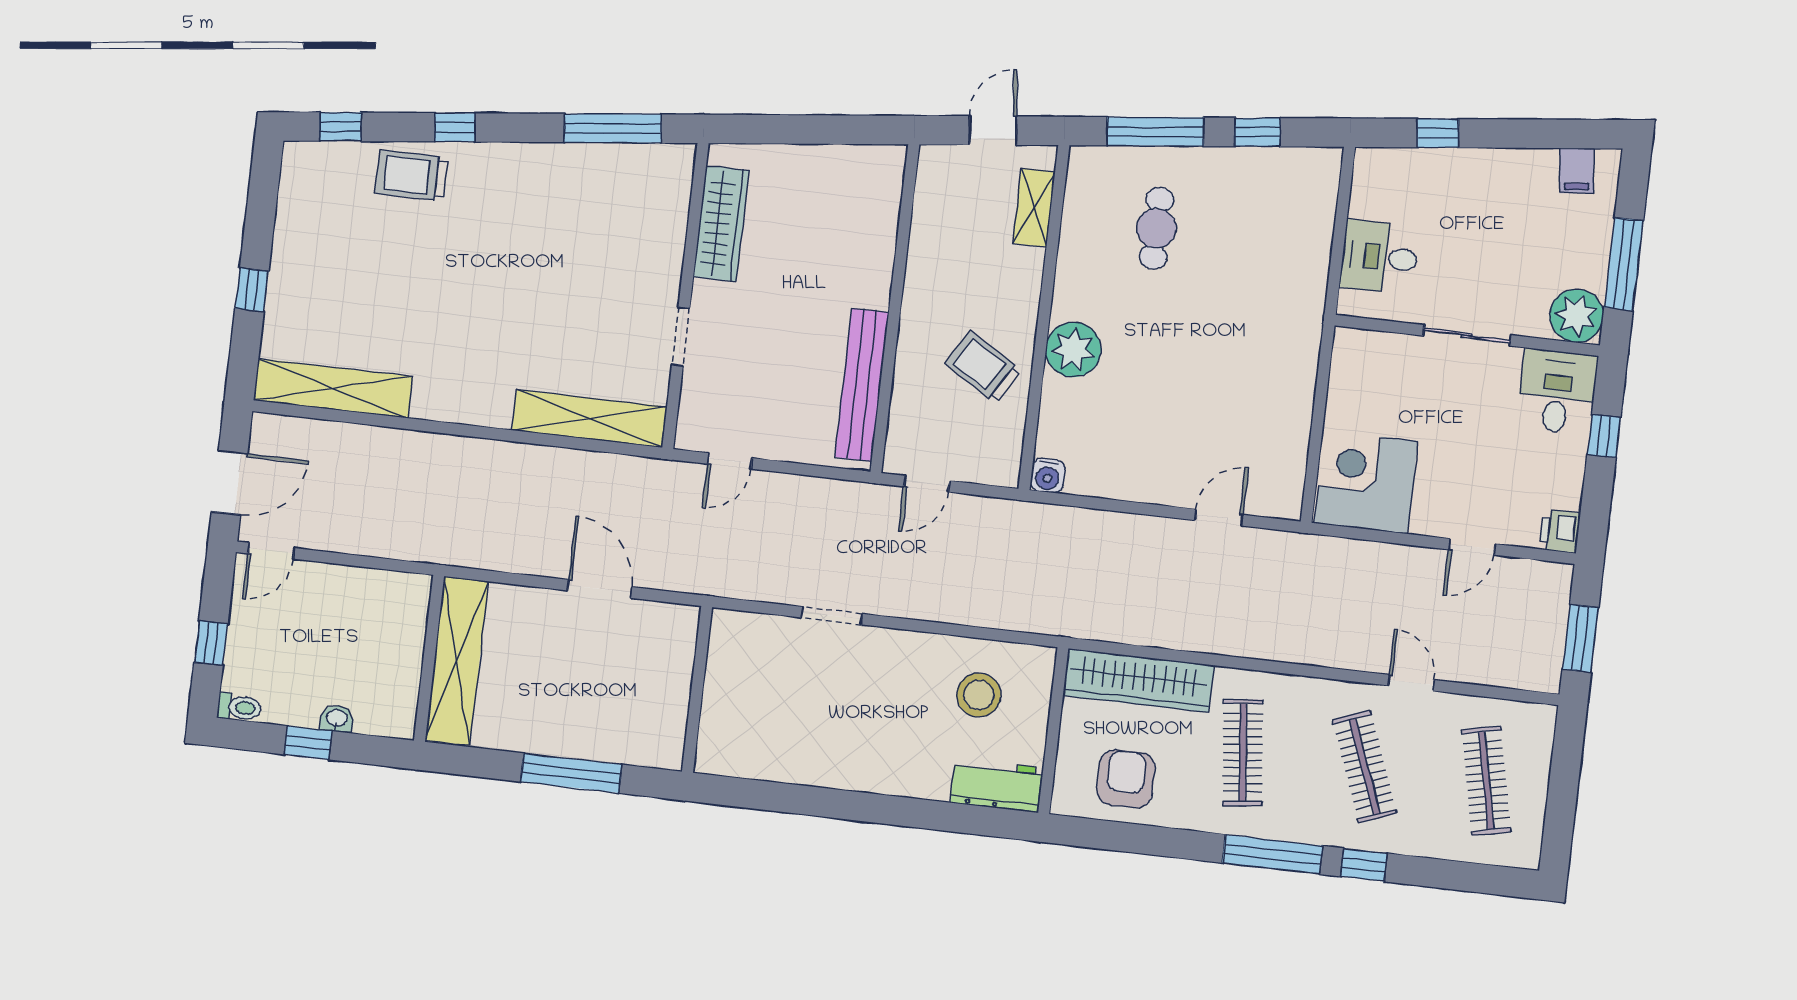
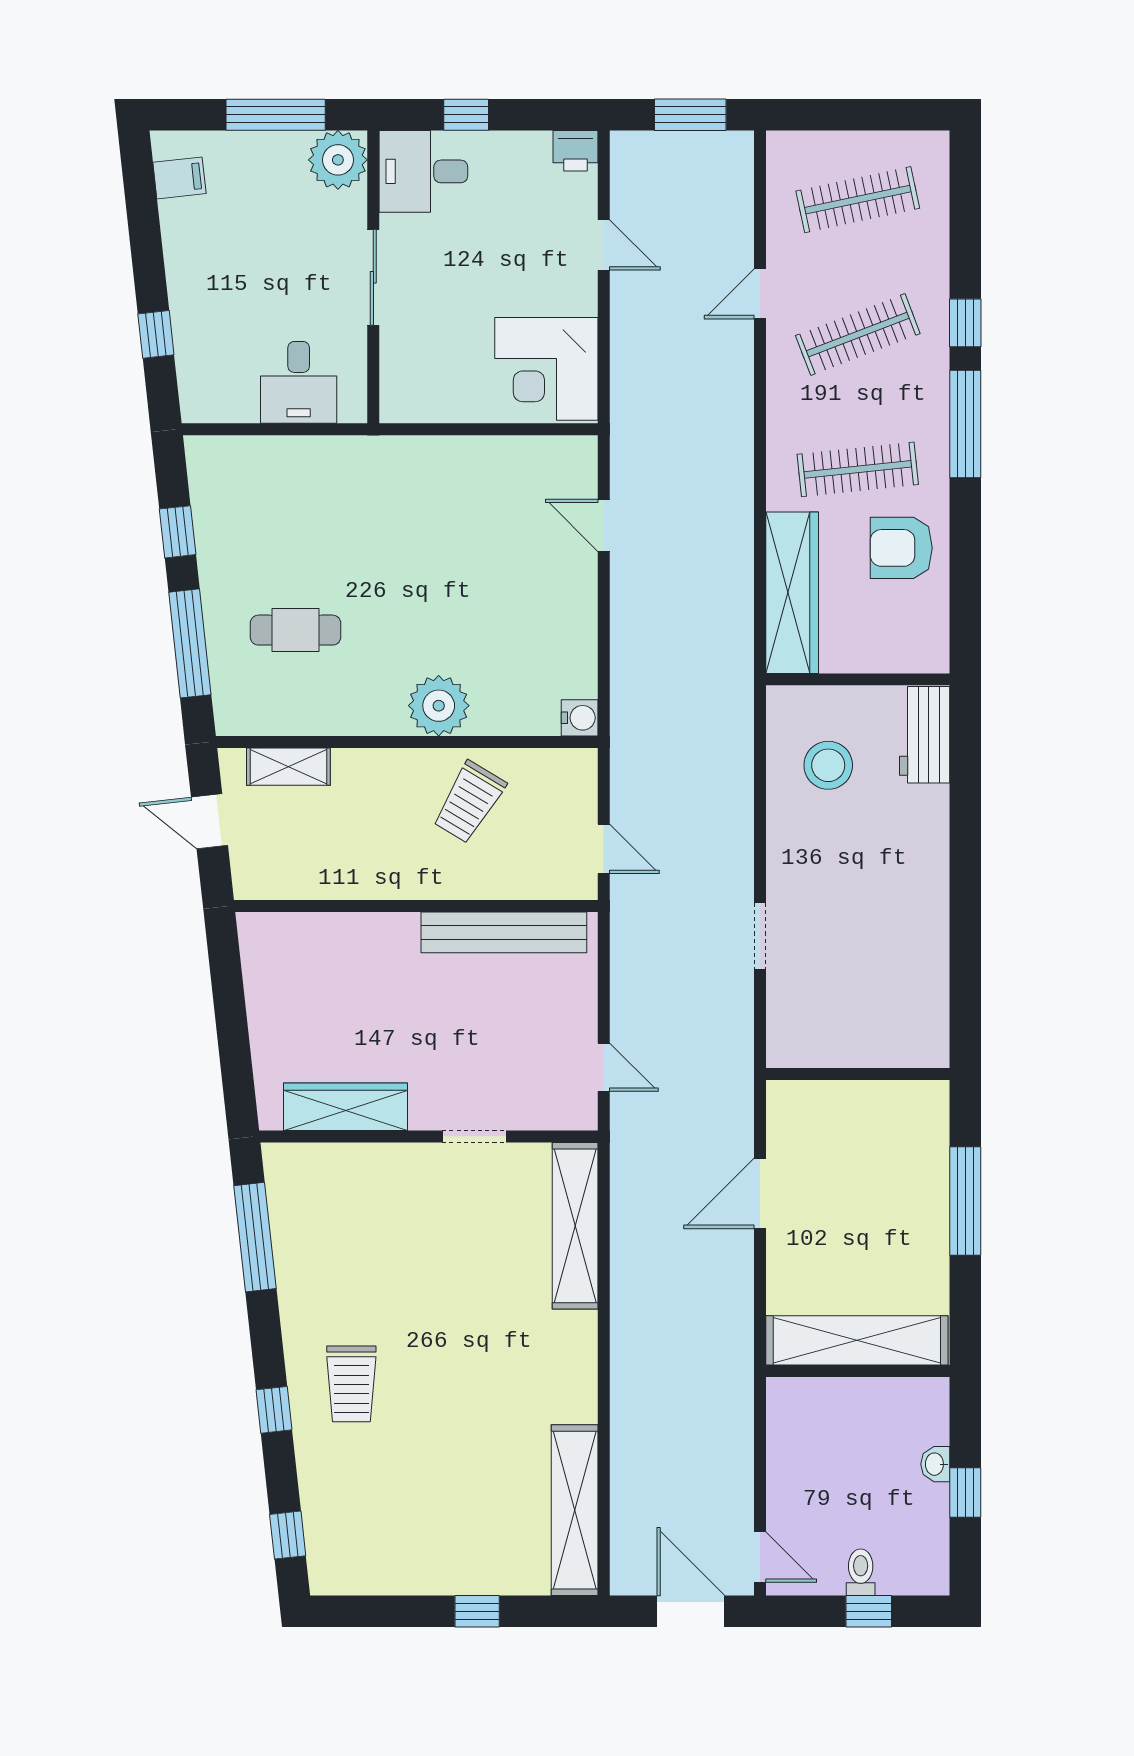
trolley: (412, 175) -> (351, 1384), moved
toilet: (239, 707) -> (861, 1572), moved
armchair: (1126, 779) -> (901, 548), moved

